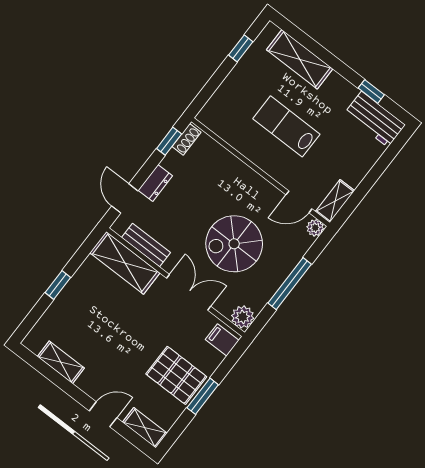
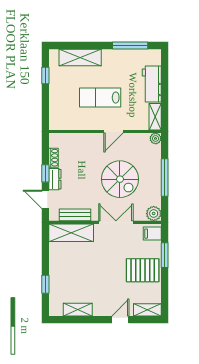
window: (371, 91) -> (130, 46), width x2.17
workbench: (375, 119) -> (152, 84), moved, turned 90
shoe rack: (186, 139) -> (54, 158), moved
window: (169, 141) -> (45, 173), moved
door: (299, 202) -> (114, 131), moved
spiral stairs: (234, 244) -> (120, 179), turned -90
window: (58, 285) -> (45, 284), moved
window: (203, 396) -> (165, 255), moved

